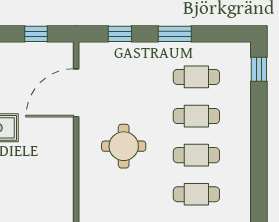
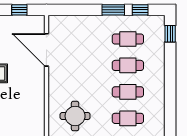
window: (120, 34) -> (140, 10), moved
door: (76, 93) -> (46, 50), hinge flipped
round table: (124, 146) -> (75, 116), moved

